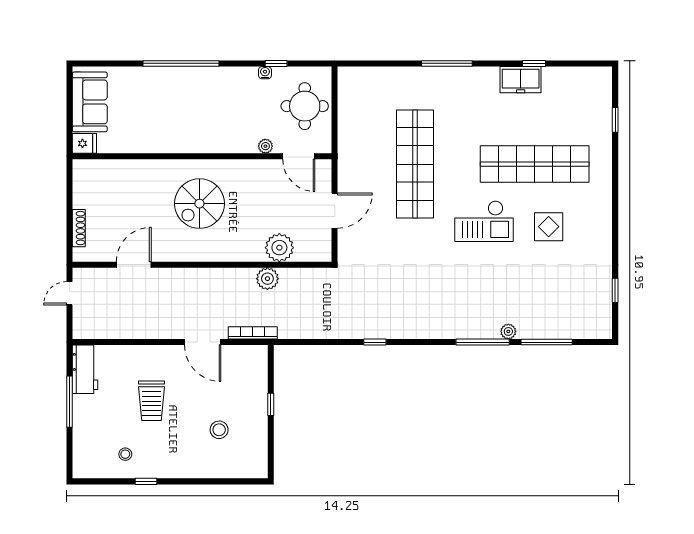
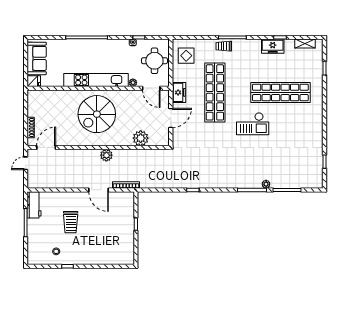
shelving: (580, 75) -> (305, 44), added
trolley: (431, 79) -> (224, 46), added
kitchen unit: (198, 141) -> (96, 80), added
freezer: (349, 164) -> (179, 92), added
spiral stairs: (199, 204) -> (97, 114), width x1.37, depth x1.37
display table: (549, 227) -> (186, 56), moved
door: (134, 265) -> (46, 148), moved
plant: (267, 279) -> (106, 155), moved
stool: (219, 430) -> (108, 238), removed

